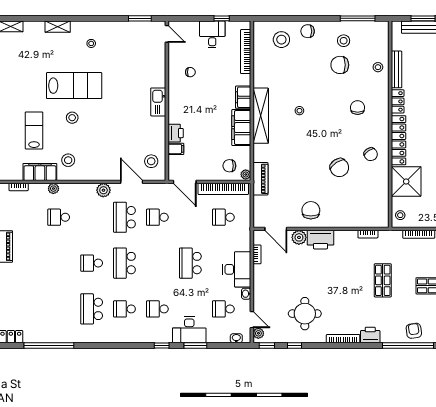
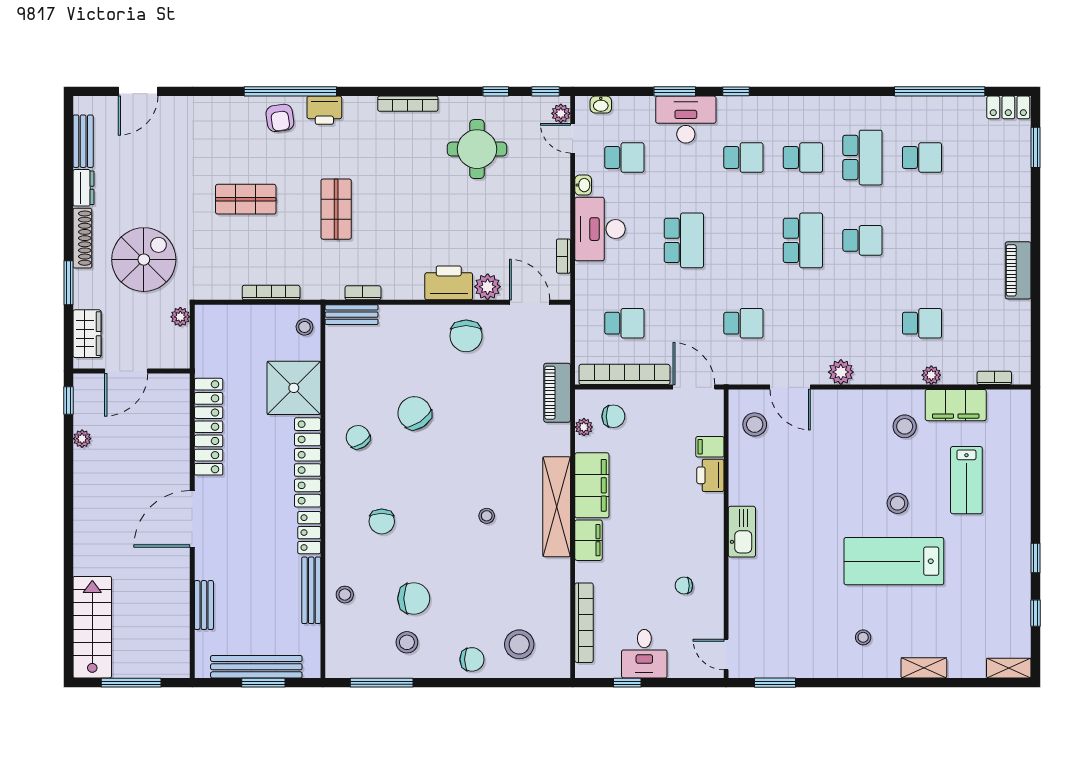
plant: (246, 175) -> (584, 427), moved
school desk: (124, 217) -> (922, 158), moved, width x0.54
bench: (374, 222) -> (352, 315), added
printer: (370, 335) -> (324, 110), moved

